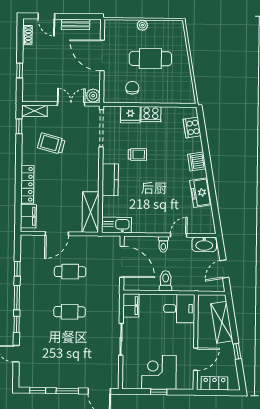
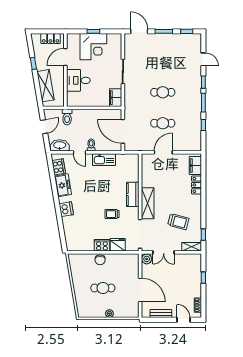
cafe table: (150, 59) -> (103, 288), width x0.73, depth x0.74
chair: (132, 88) -> (100, 260), moved
cooker: (192, 128) -> (59, 167), moved
locker: (27, 184) -> (197, 185), width x0.66
shelving: (91, 212) -> (148, 203), moved
kitchen sink: (116, 225) -> (104, 160), moved
door: (57, 234) -> (163, 152), moved
door: (179, 235) -> (79, 152), hinge flipped
toilet: (166, 281) -> (67, 117), moved
desk: (179, 309) -> (78, 80), moved

